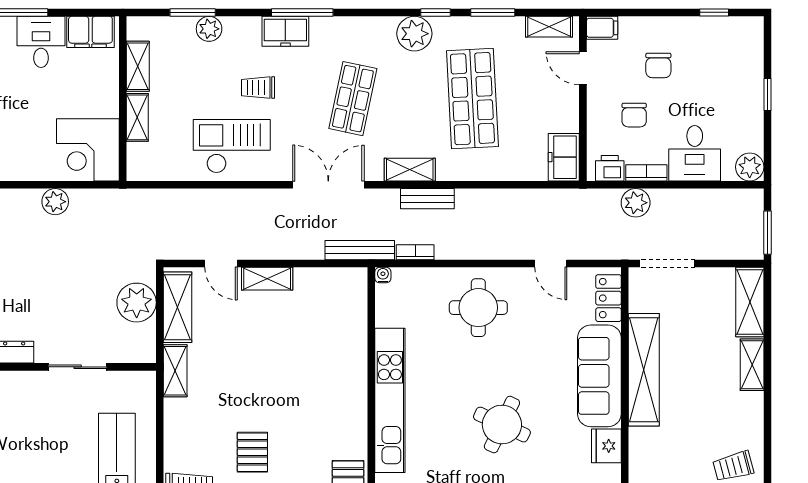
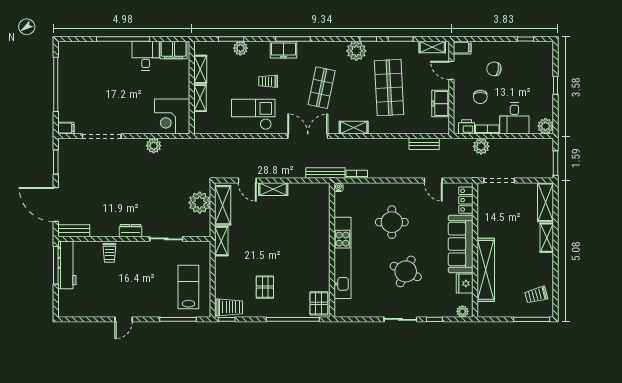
chair: (658, 65) -> (494, 69), turned 101
freezer: (564, 157) -> (441, 104), moved
bench: (427, 199) -> (424, 144), moved
round table: (478, 308) -> (392, 222), moved
shelving: (644, 370) -> (486, 270), moved

